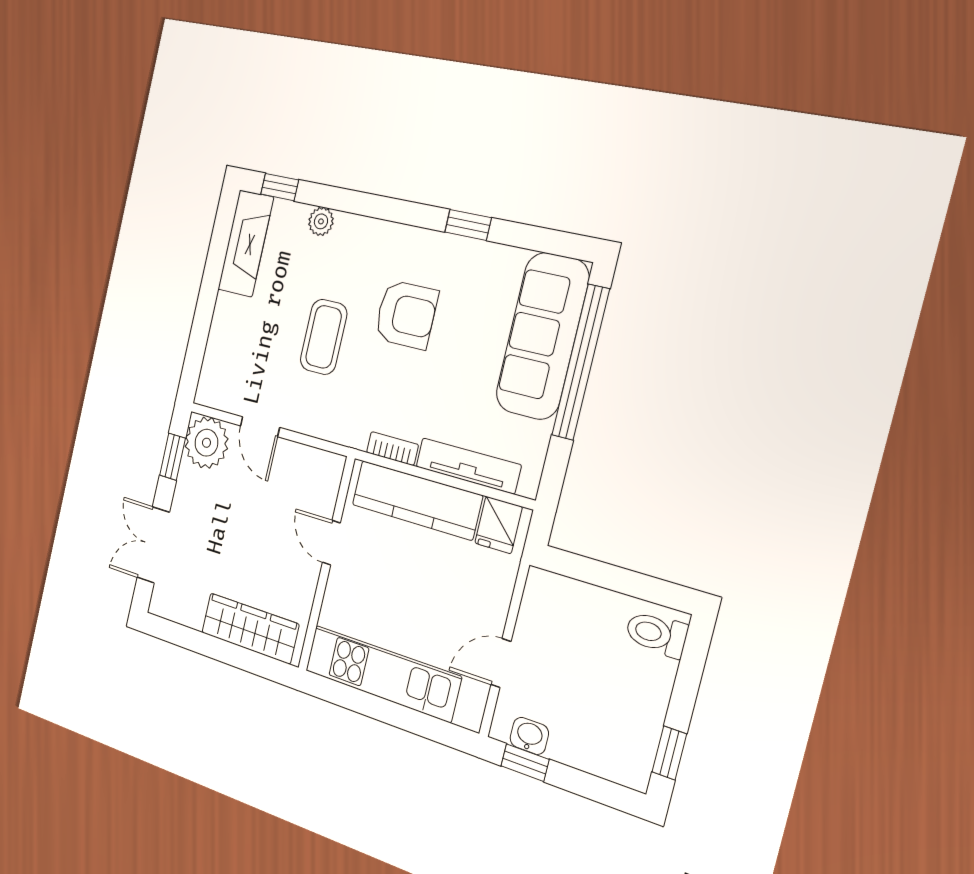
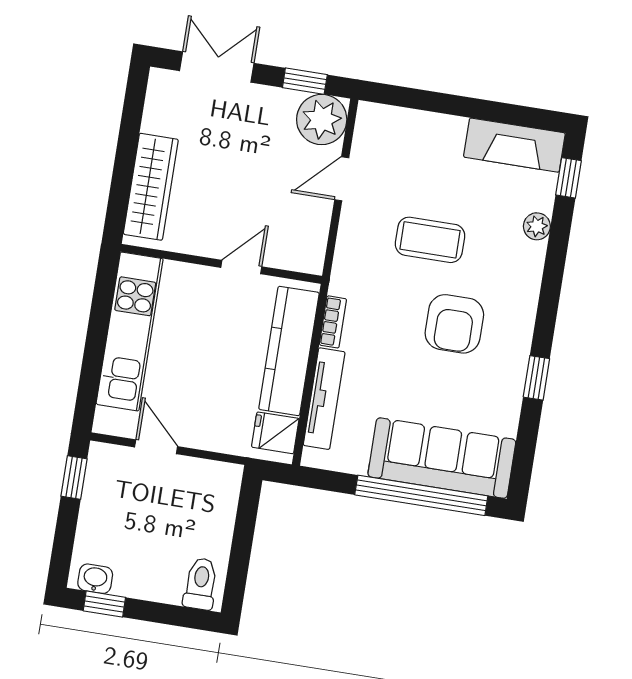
washbasin: (529, 736) -> (95, 579), moved, turned -90

